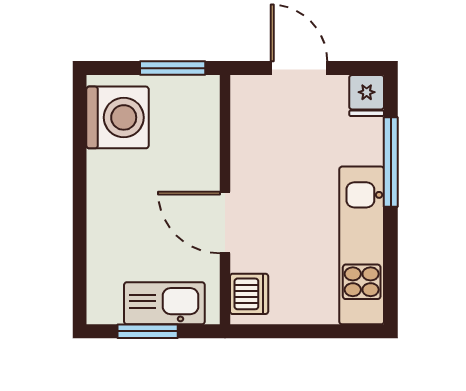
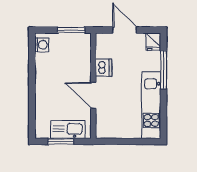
washing machine: (118, 117) -> (42, 45), width x0.53, depth x0.53
dishwasher: (249, 294) -> (104, 68), moved

